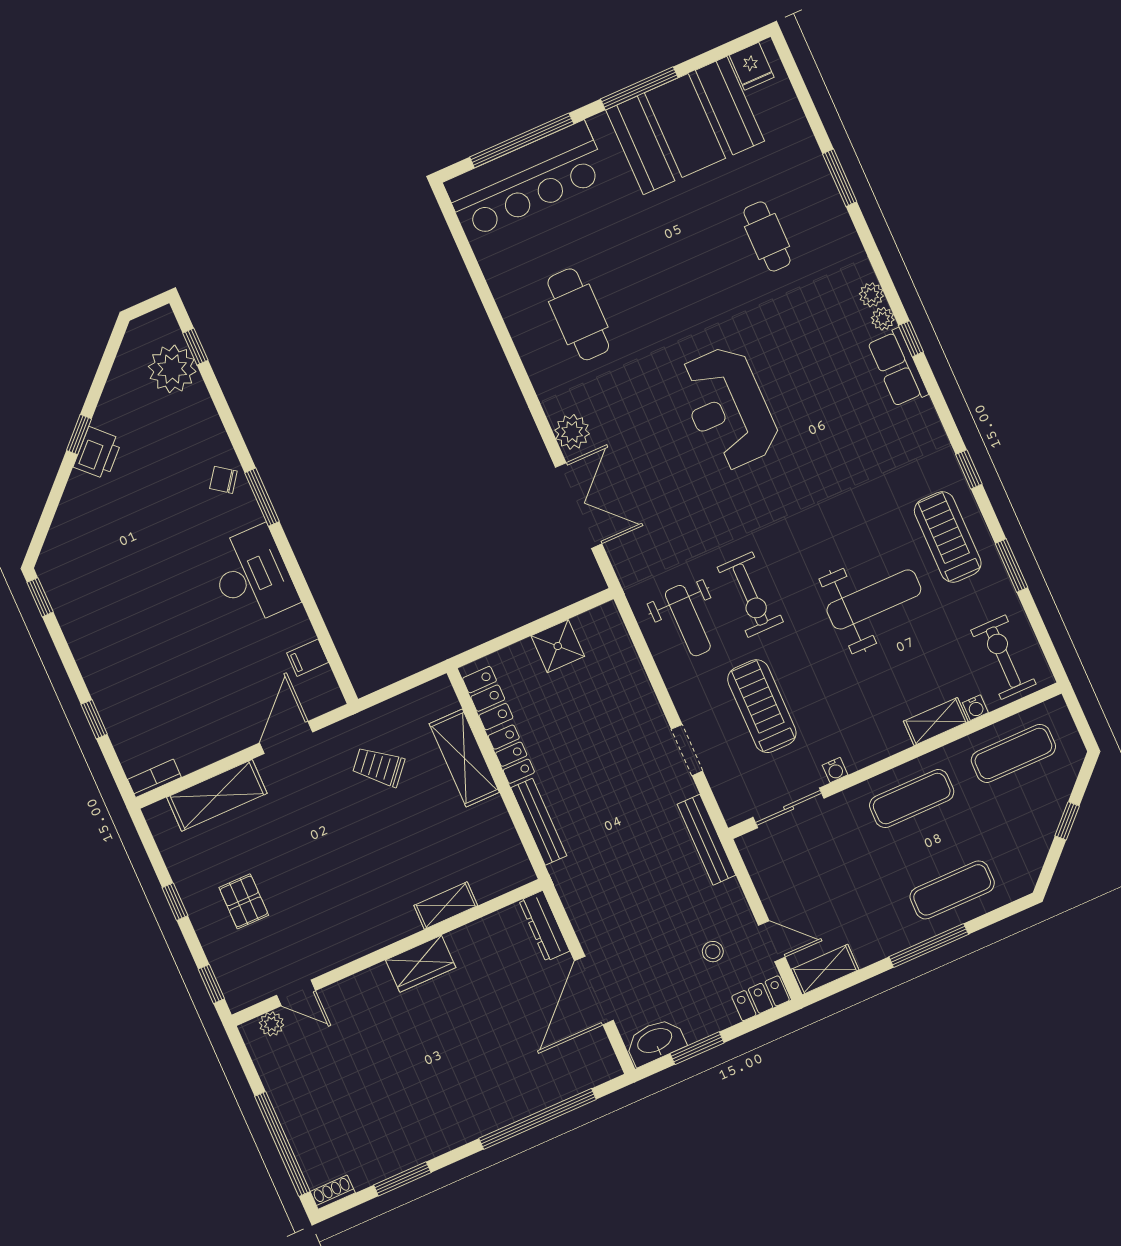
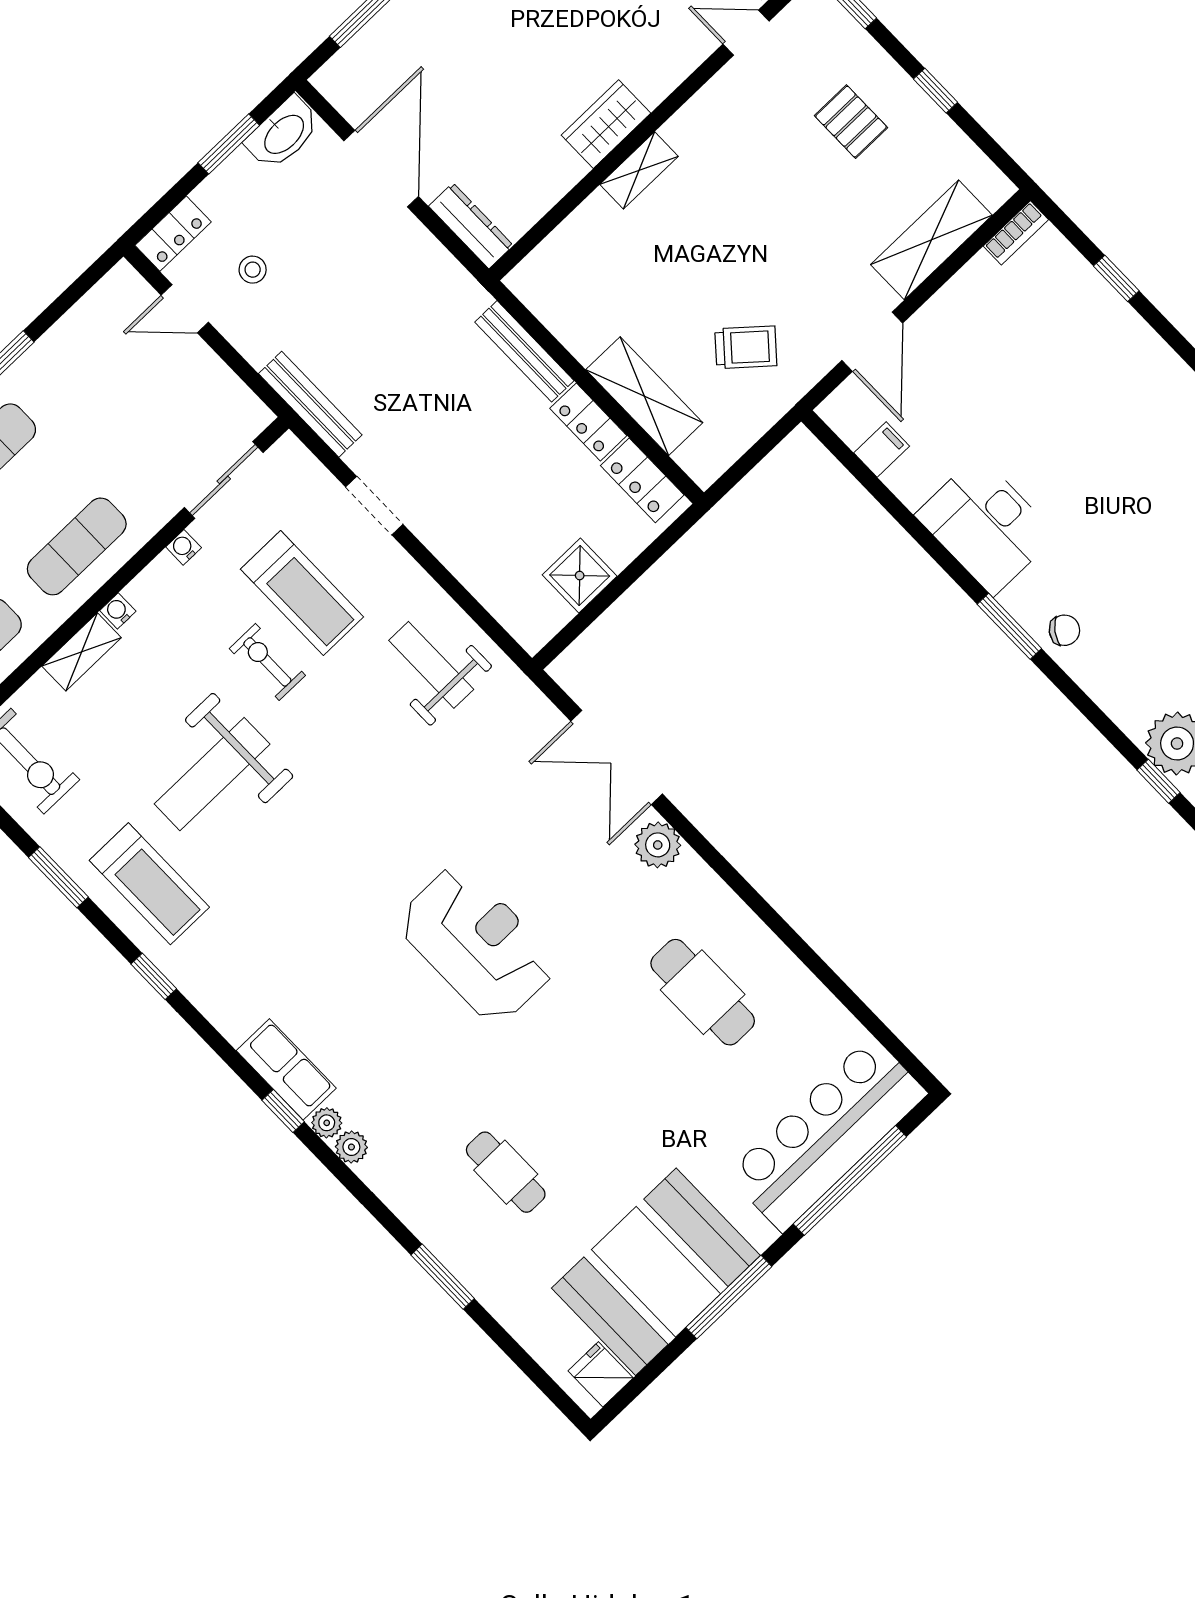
exercise bike: (750, 595) -> (267, 662), moved, width x0.73, depth x0.72
water cooler: (975, 708) -> (118, 611), moved
shelving: (446, 905) -> (639, 170), moved
shelving: (825, 970) -> (107, 298), removed

